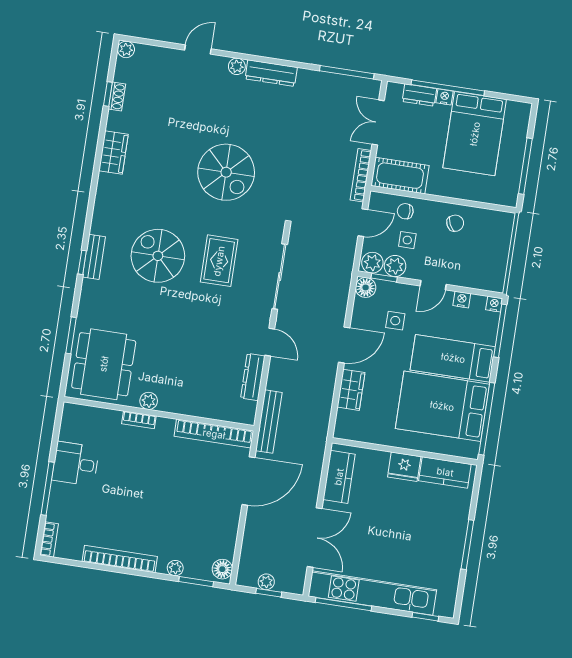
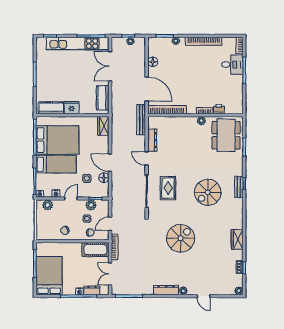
door: (198, 49) -> (204, 296), hinge flipped
double door: (378, 122) -> (110, 274), swing flipped
bed: (475, 134) -> (49, 276), moved
spiral stairs: (226, 172) -> (181, 238), turned 90
spiral stairs: (158, 256) -> (208, 192), turned 90
rug: (219, 261) -> (168, 188), moved
plant: (372, 263) -> (48, 205), moved
floor lamp: (366, 288) -> (104, 178), moved
door: (344, 345) -> (110, 163), hinge flipped
wardrobe: (351, 390) -> (103, 126), moved
printer: (110, 419) -> (219, 109), added
desk: (75, 464) -> (232, 65), moved
door: (248, 481) -> (147, 89), swing flipped
floor lamp: (222, 569) -> (153, 62), moved

